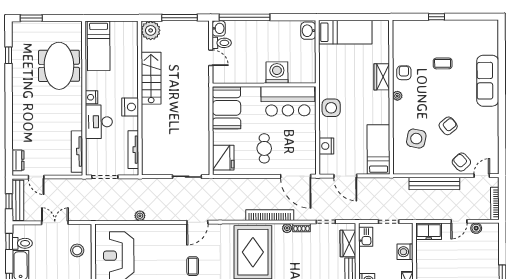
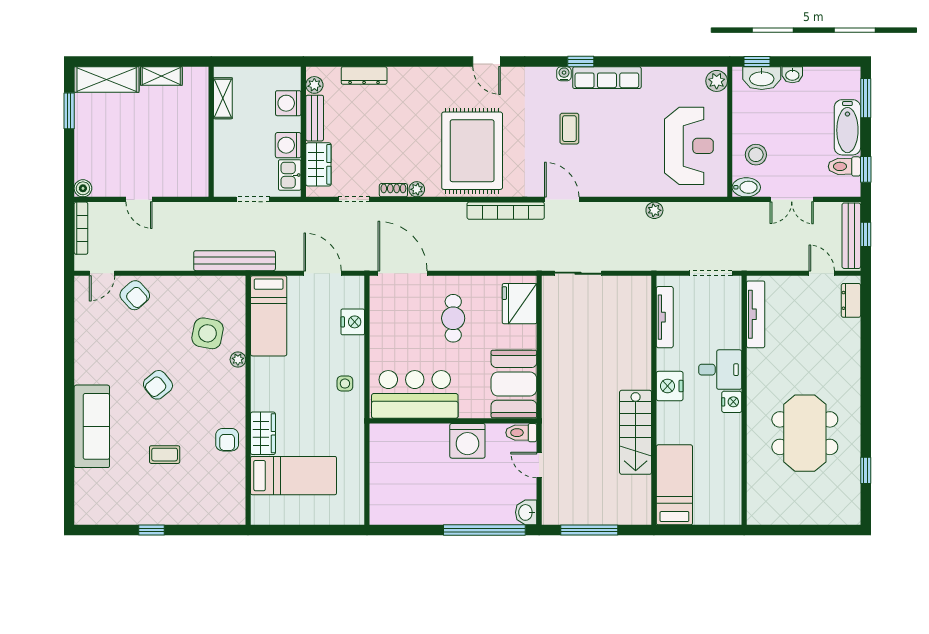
window: (437, 17) -> (152, 530), moved
window: (31, 18) -> (829, 530), removed
plant: (151, 30) -> (636, 509), removed
washbasin: (308, 31) -> (381, 508), removed
bed: (345, 32) -> (293, 476), moved, turned 180
toilet: (222, 43) -> (521, 433), moved
bed: (99, 46) -> (674, 485), moved
meeting table: (59, 66) -> (805, 433), moved
washing machine: (277, 73) -> (467, 441), moved
plant: (397, 96) -> (238, 360), moved
side table: (331, 108) -> (345, 384), width x0.54, depth x0.54
desk: (99, 122) -> (720, 370), width x0.73
armchair: (448, 126) -> (158, 385), moved
bench: (434, 184) -> (235, 261), moved
bookcase: (270, 215) -> (506, 211), moved
door: (459, 221) -> (139, 199), swing flipped
door: (197, 222) -> (562, 199), hinge flipped
boiler: (476, 228) -> (83, 188), moved
bidet: (83, 230) -> (746, 187), added
freezer: (429, 231) -> (188, 184), removed
washing machine: (405, 252) -> (288, 145), moved, turned 180

